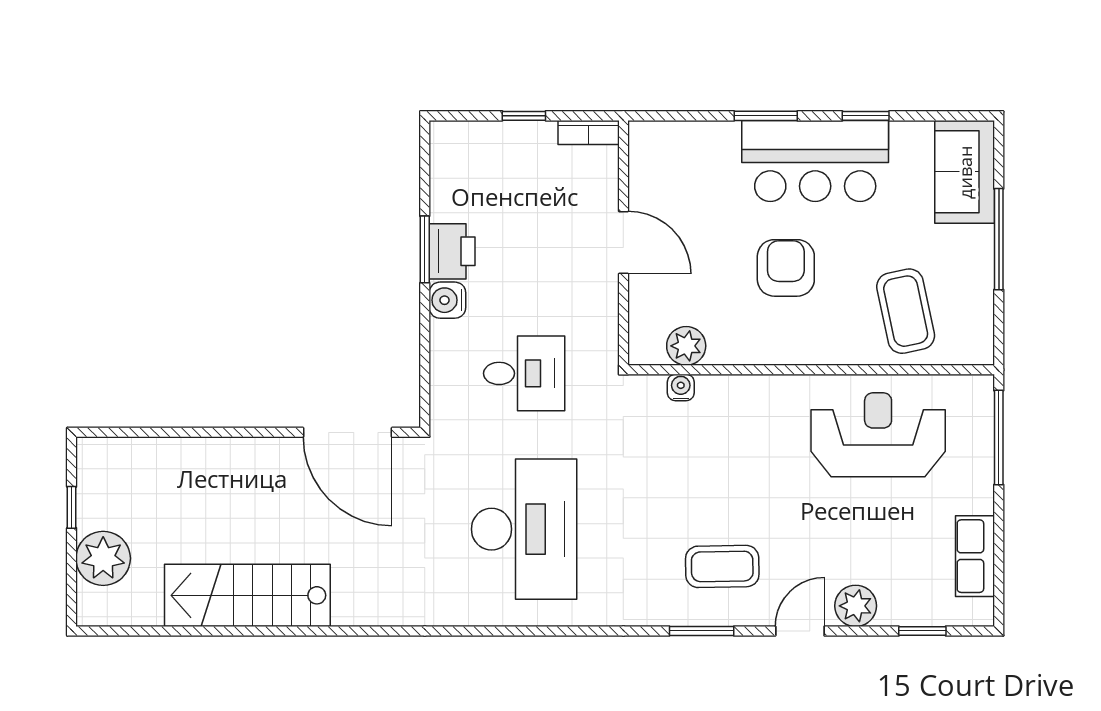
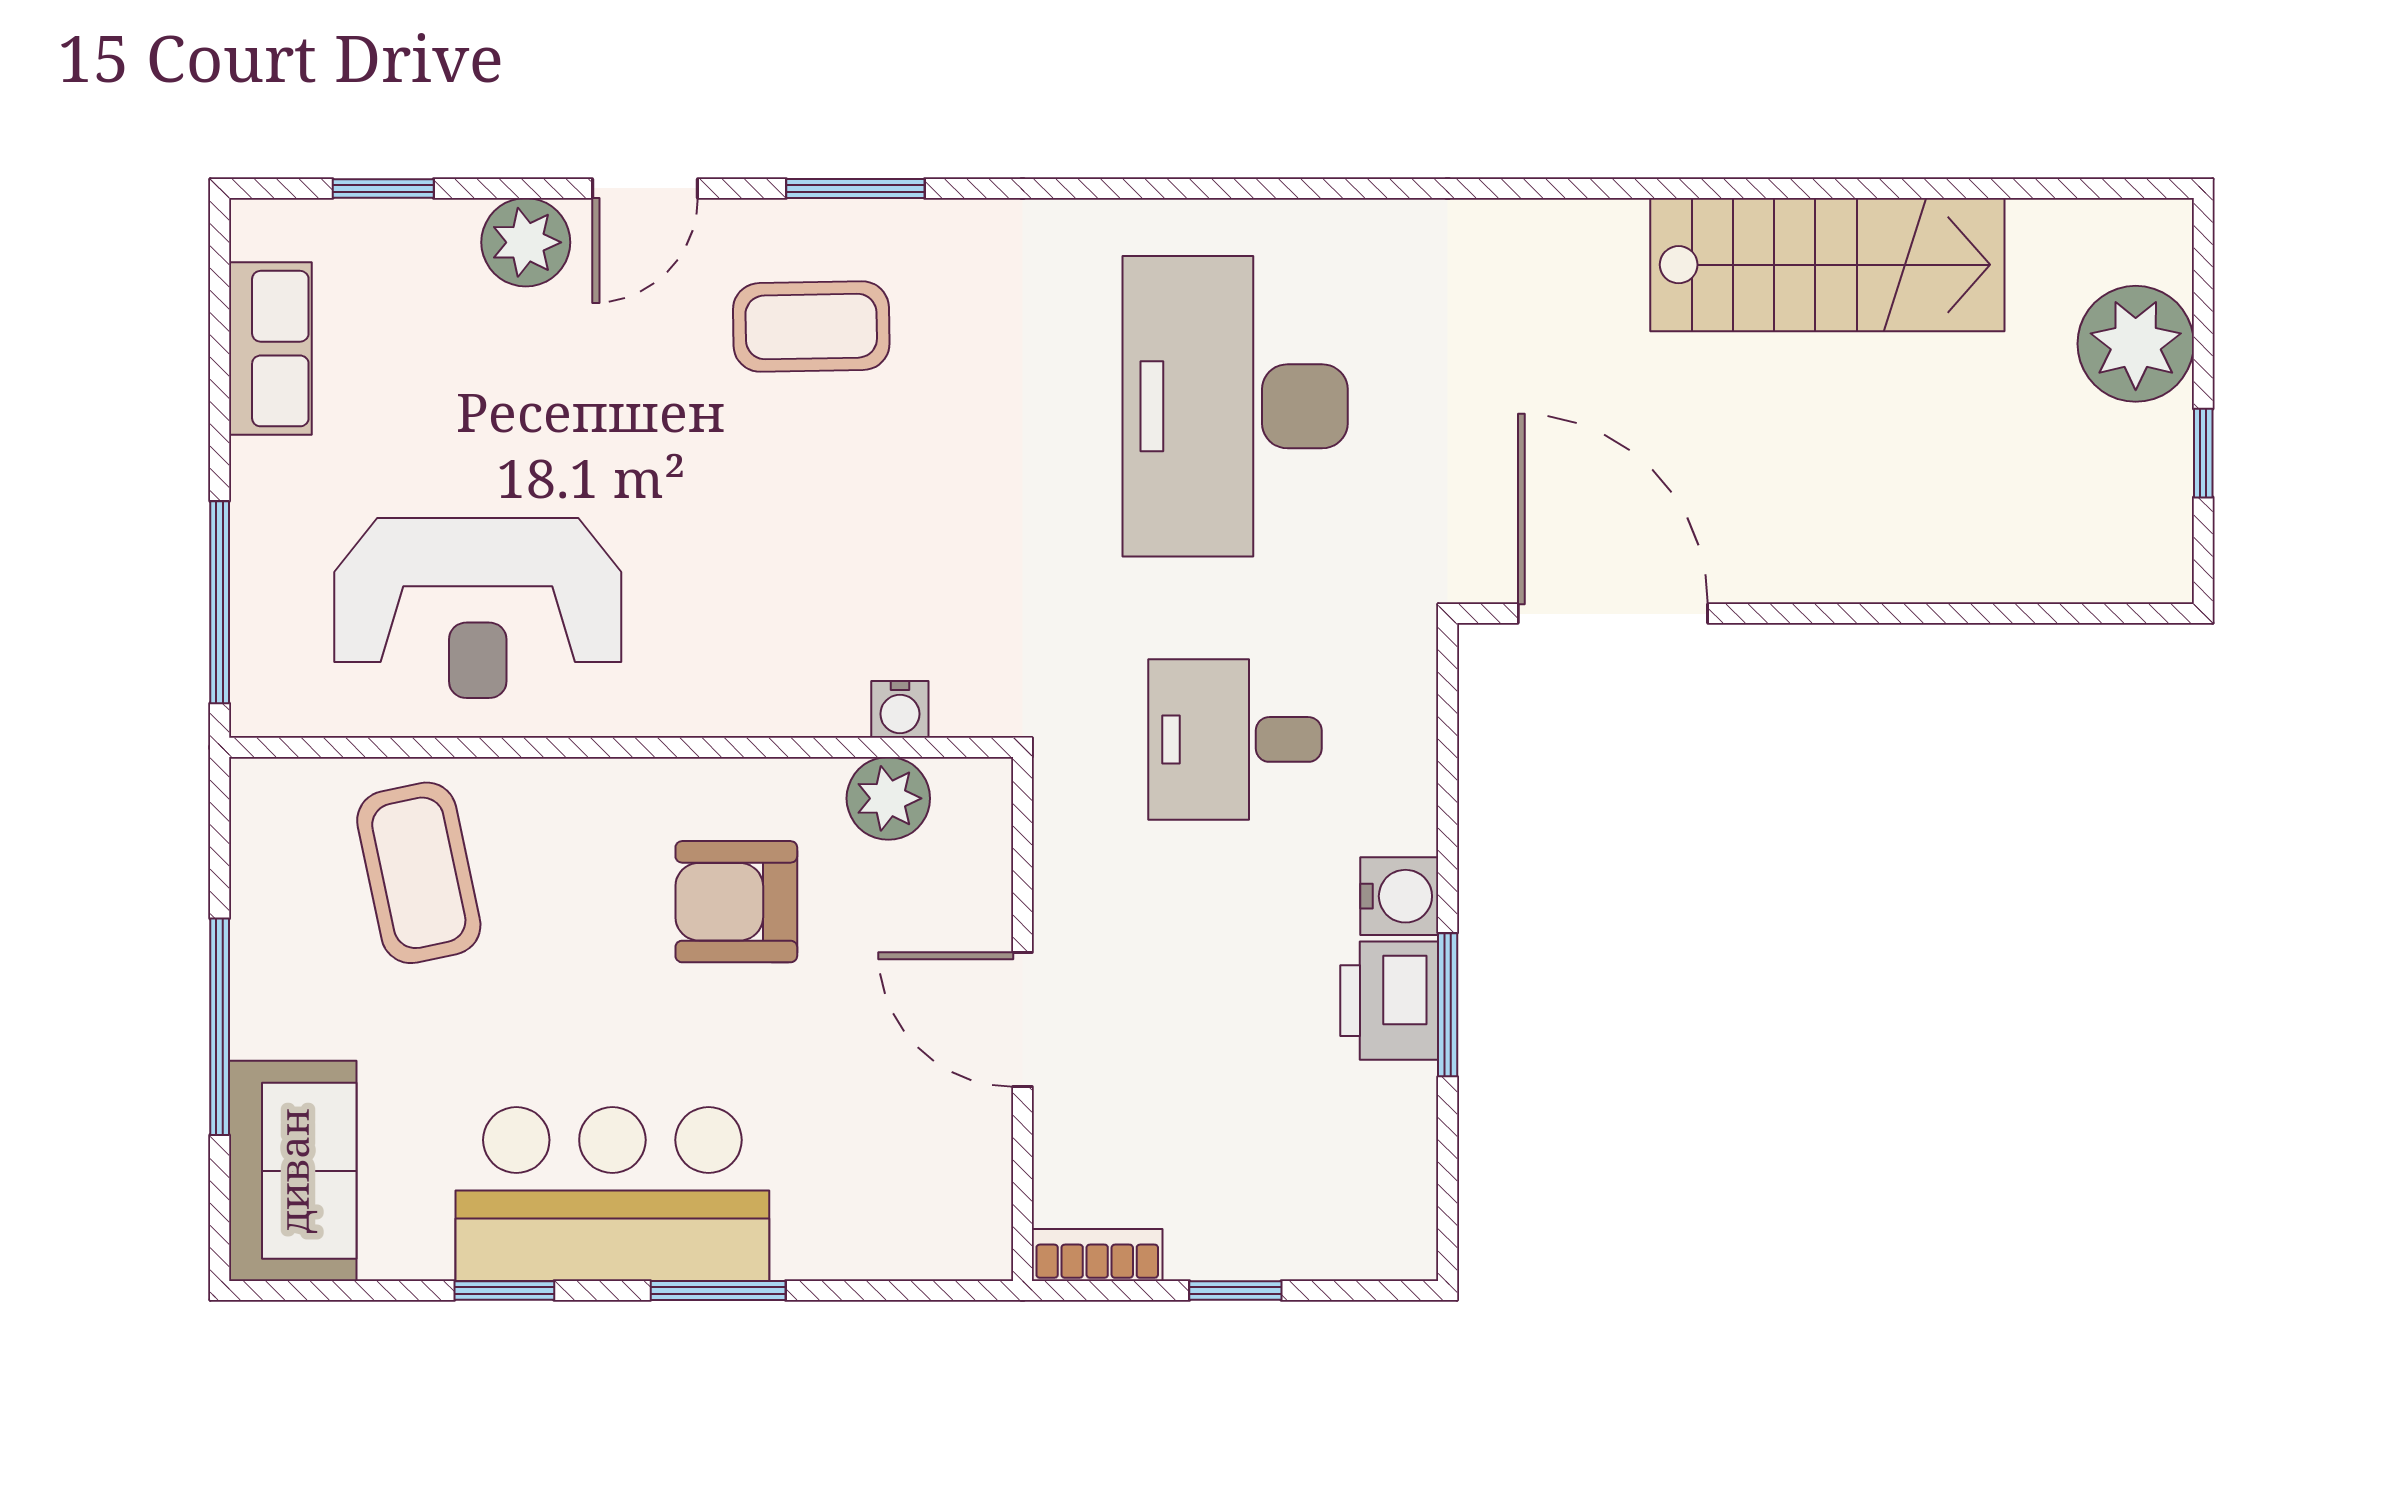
armchair: (786, 268) -> (736, 902), moved, turned 90

